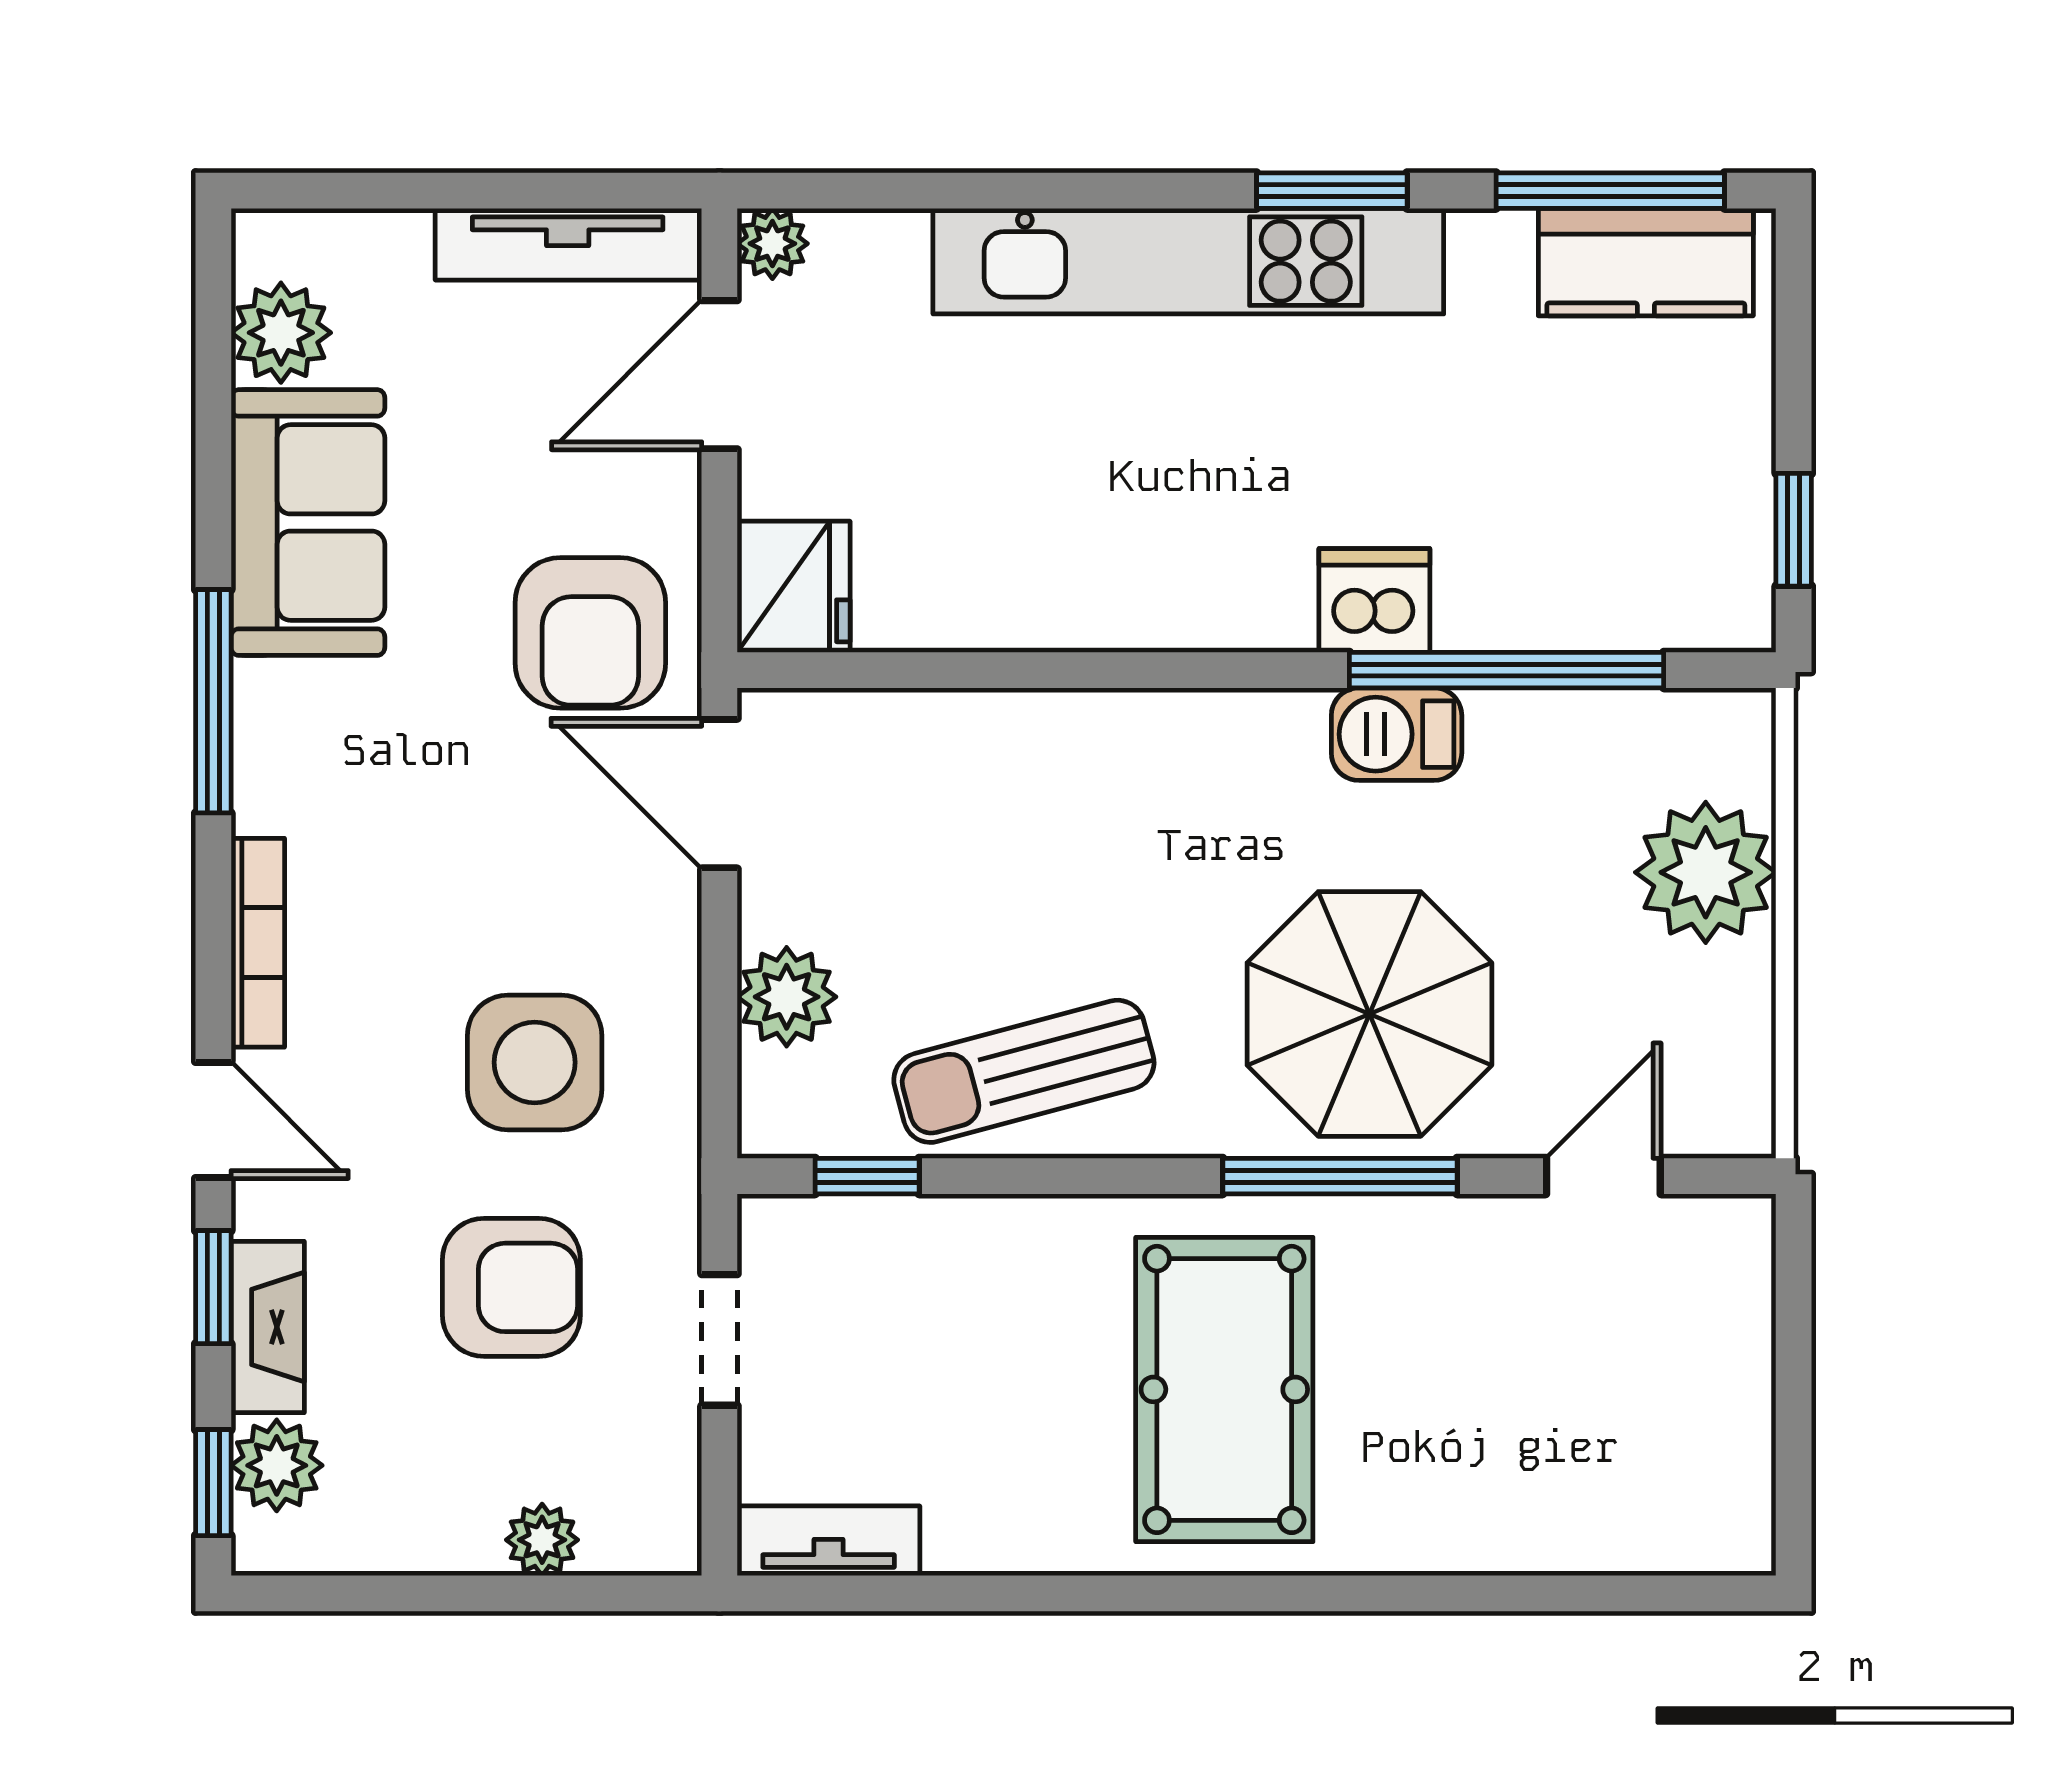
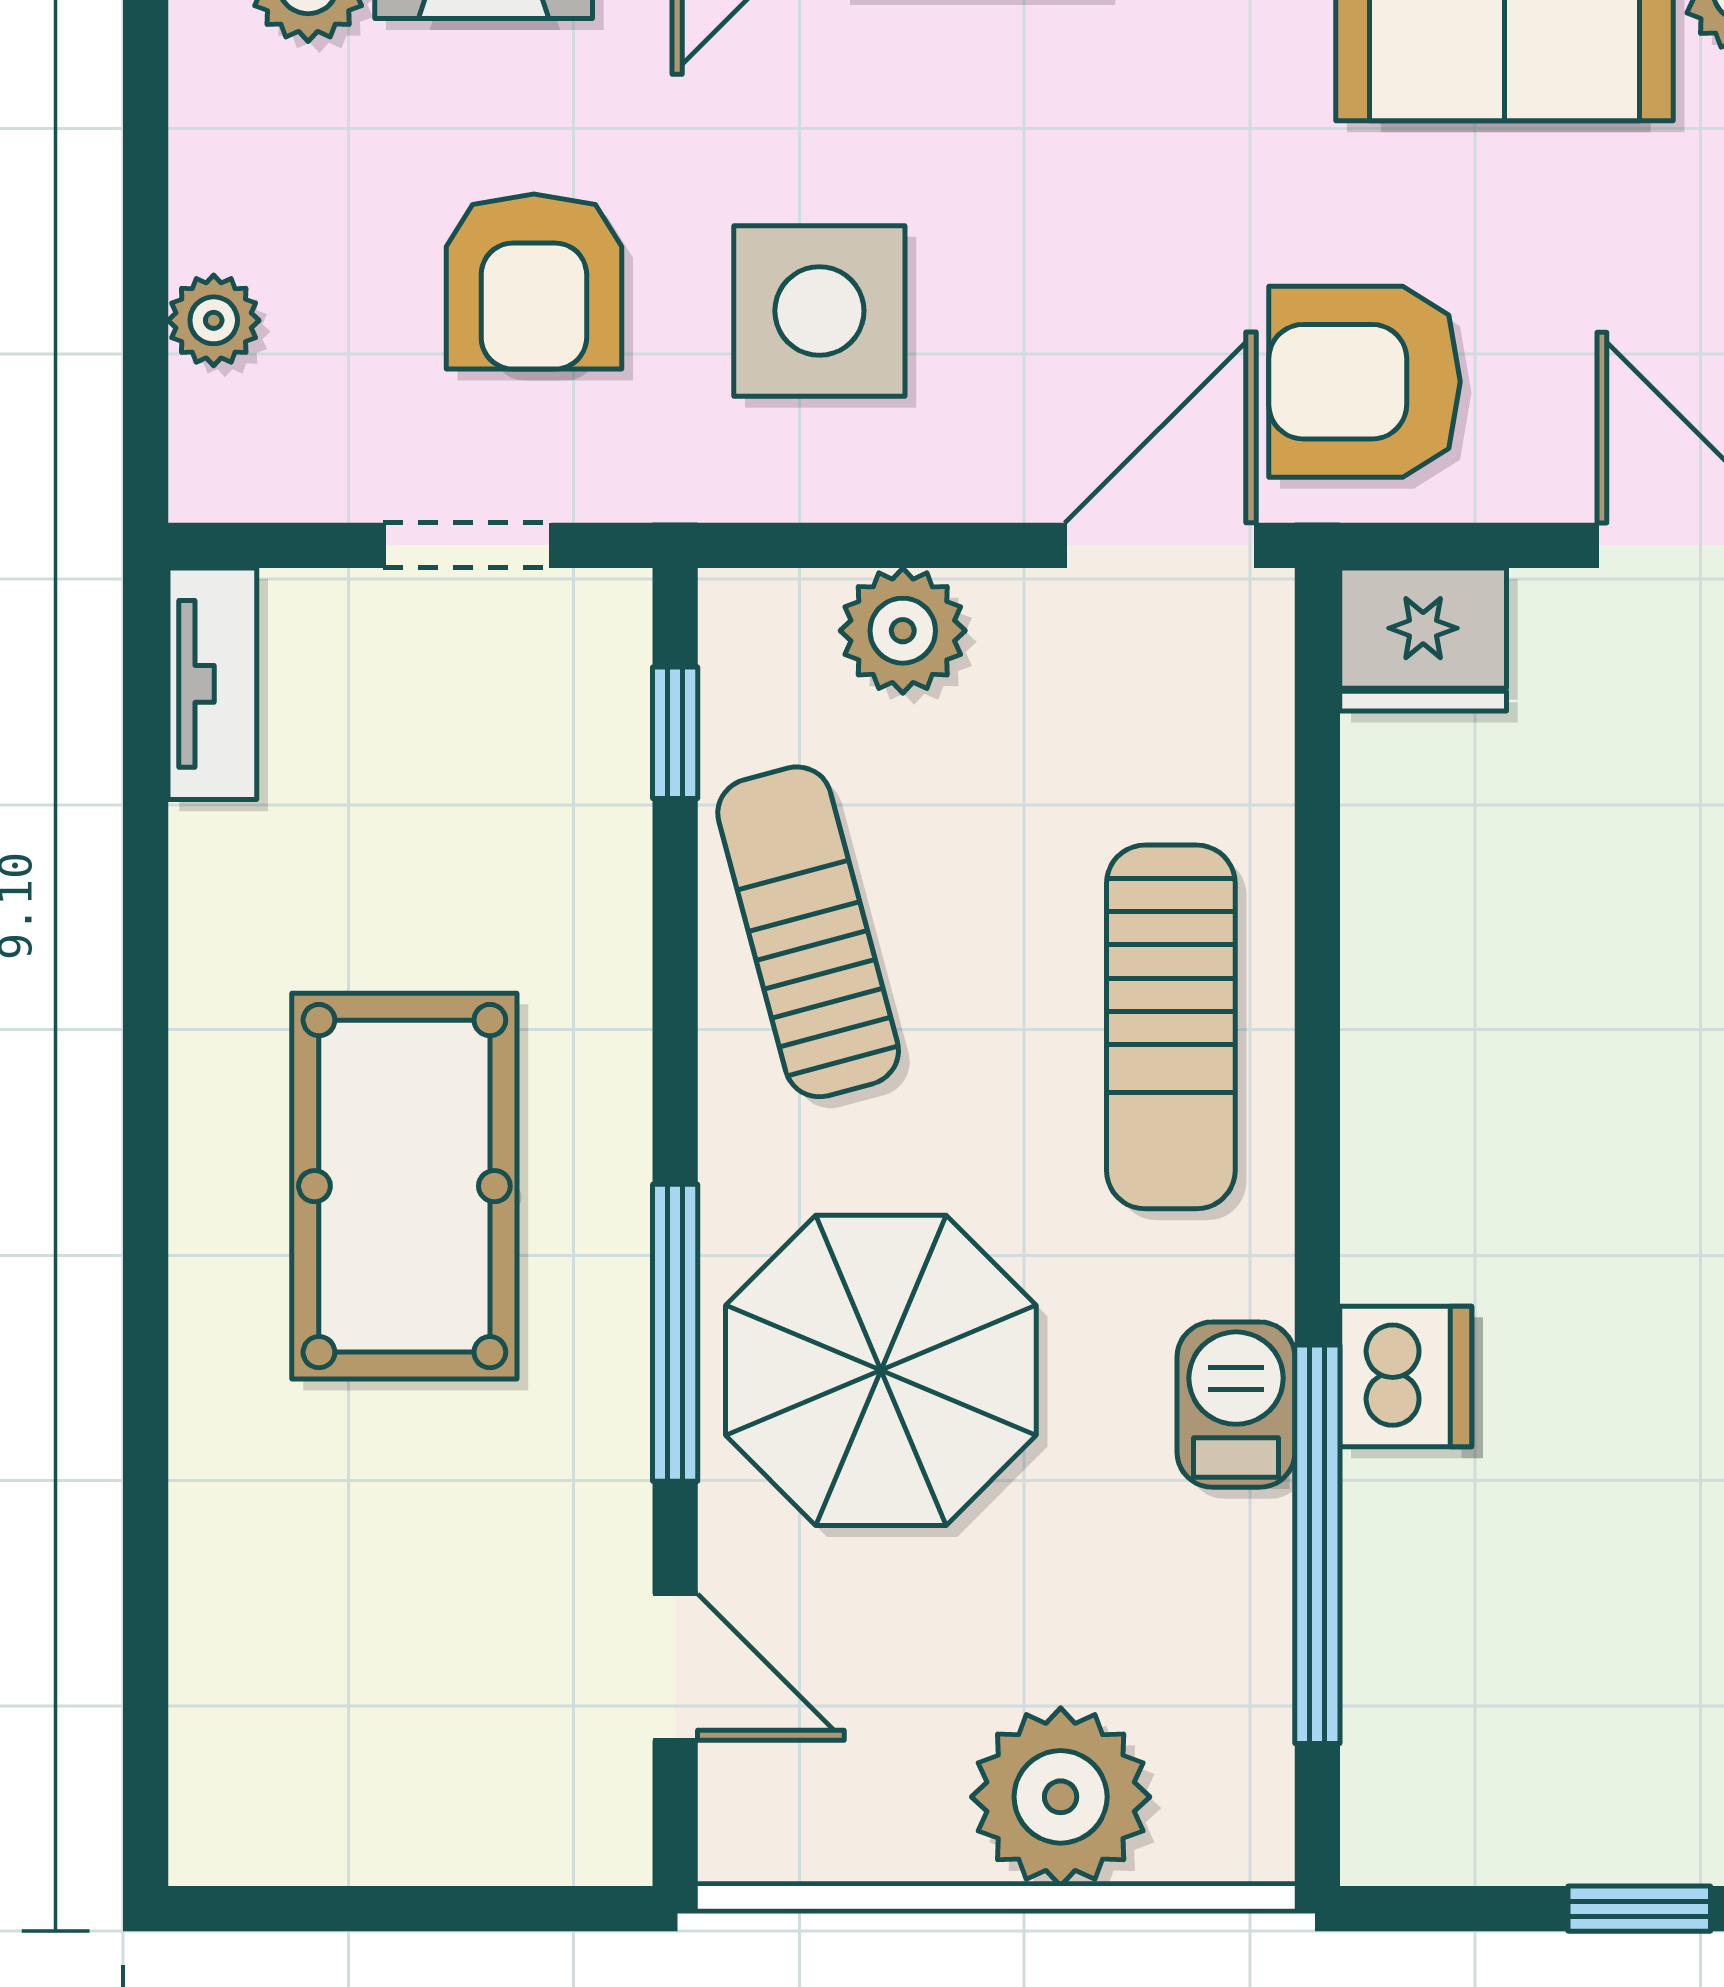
window: (1794, 530) -> (1639, 1909), moved
sun lounger: (1099, 786) -> (1171, 1027), added
pool table: (1224, 1389) -> (404, 1186), turned 90

